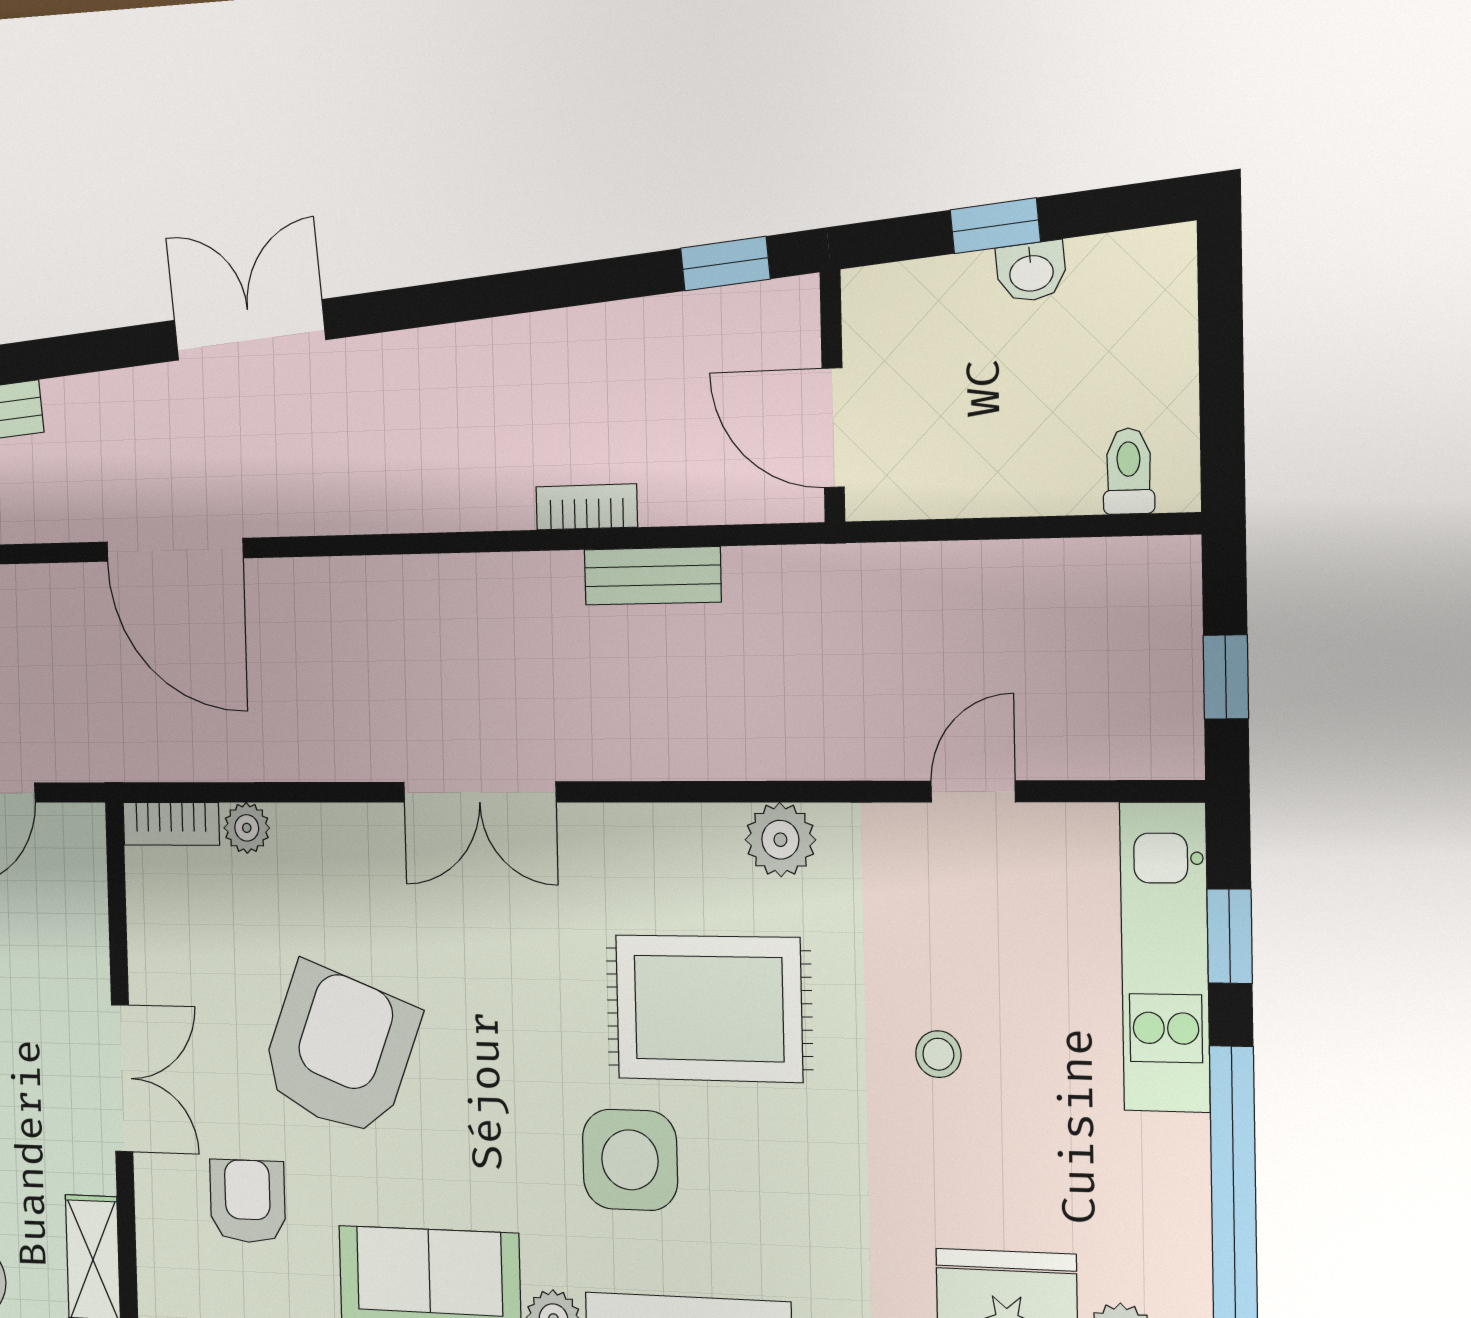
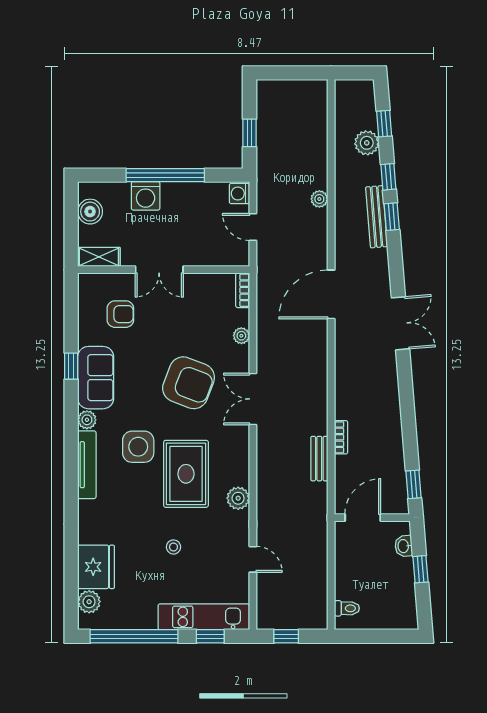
washbasin: (1031, 272) -> (404, 546), moved
plant: (247, 828) -> (241, 336), moved
armchair: (340, 1050) -> (189, 383), moved

